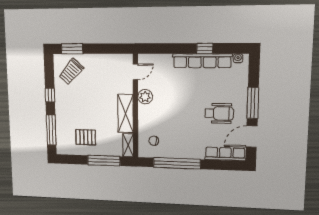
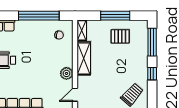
window: (104, 161) -> (115, 16), moved

